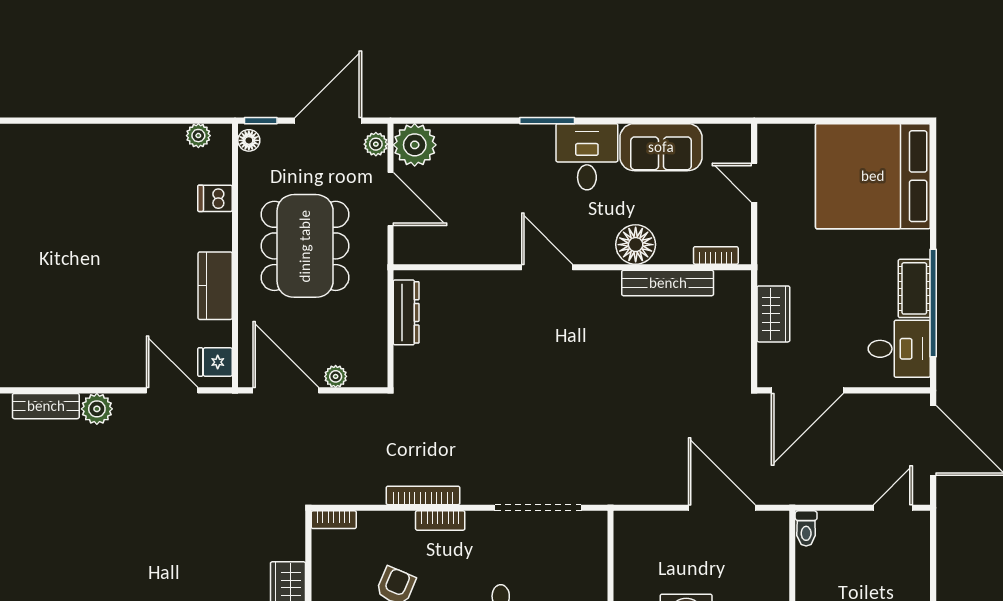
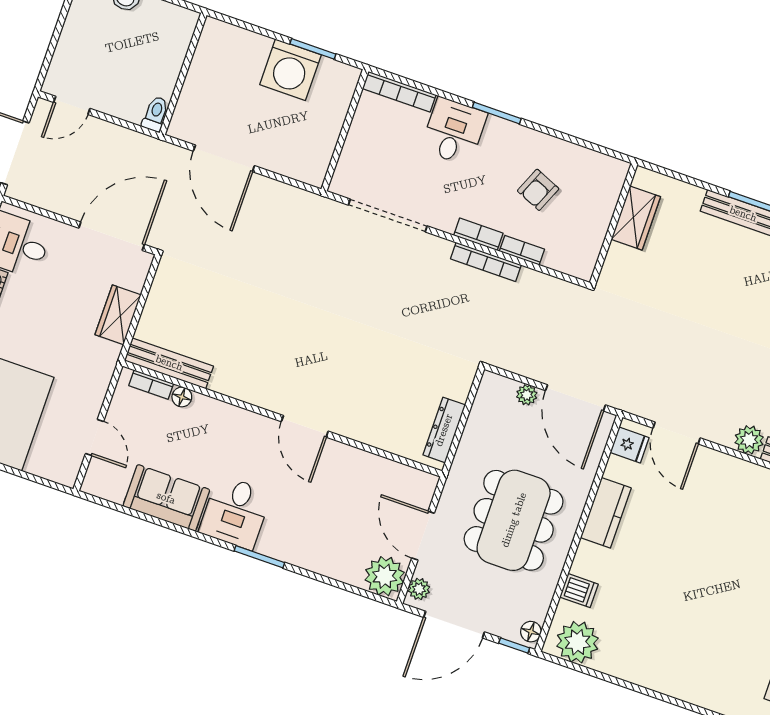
plant: (198, 136) -> (578, 642), width x1.88, depth x1.88
floor lamp: (636, 245) -> (182, 397), moved, width x0.53, depth x0.53
bench: (668, 283) -> (169, 363), moved
bookcase: (334, 520) -> (522, 250), moved

